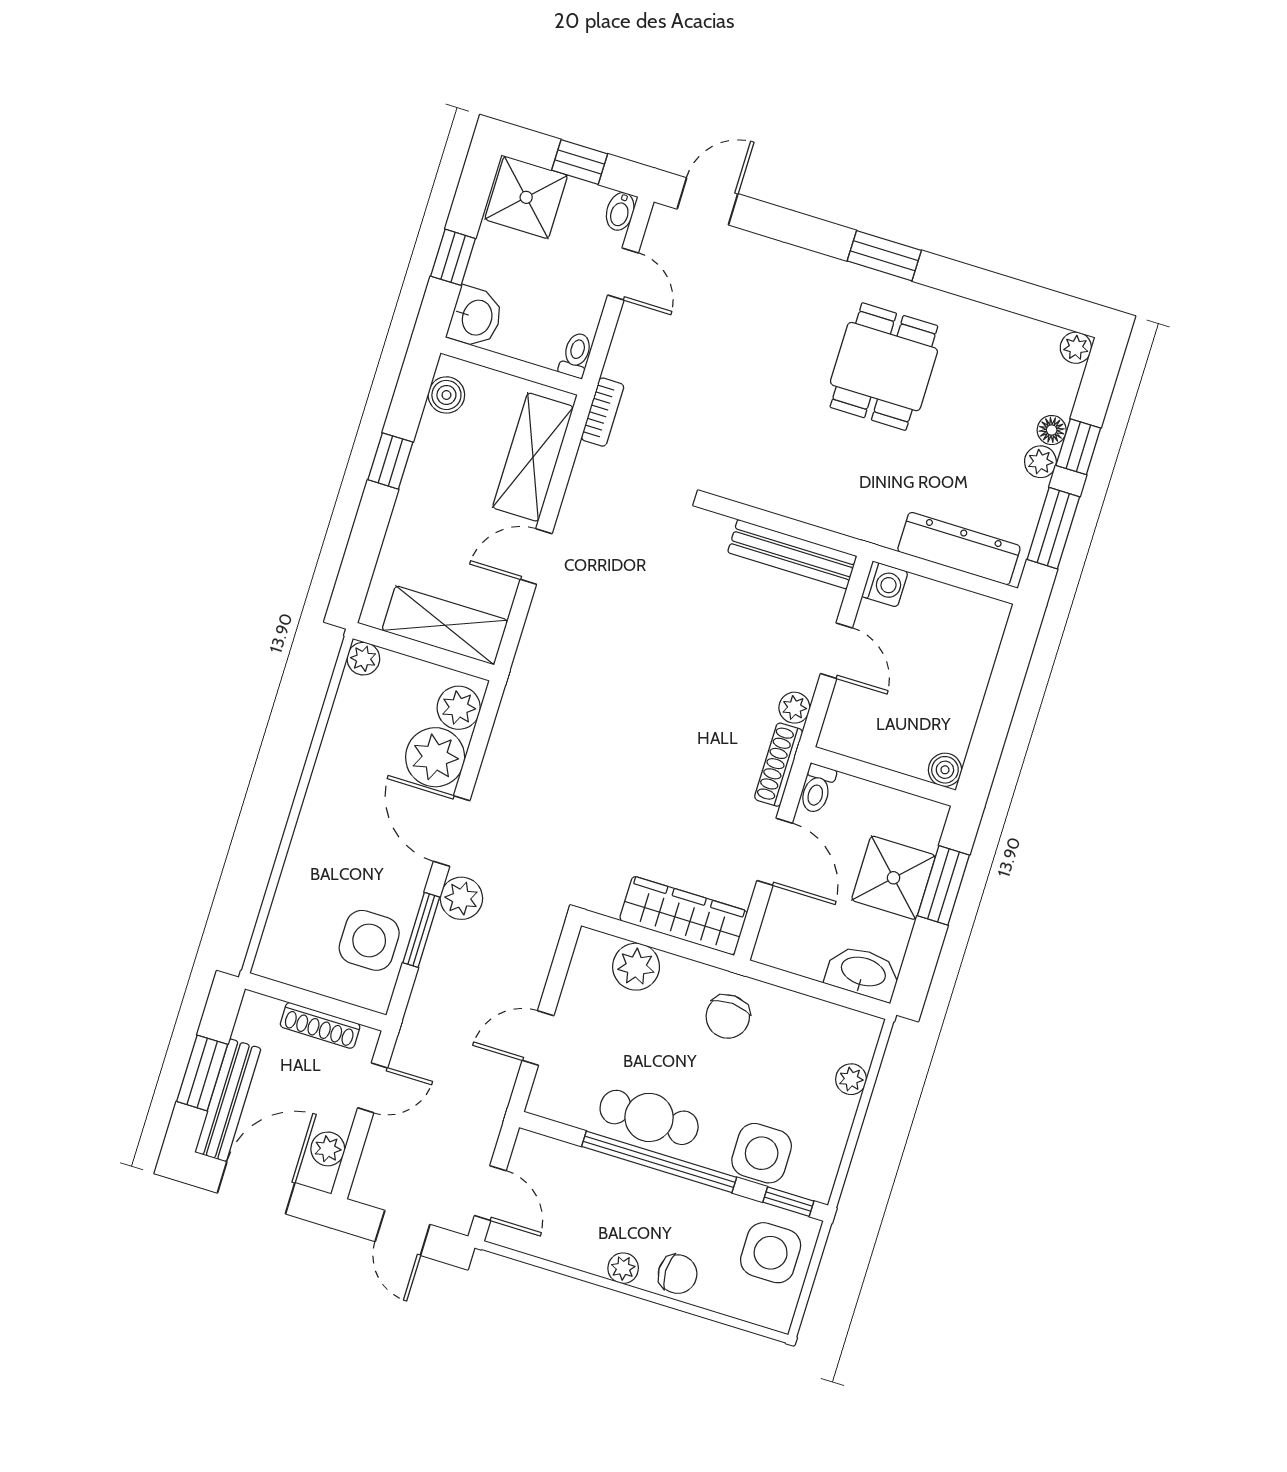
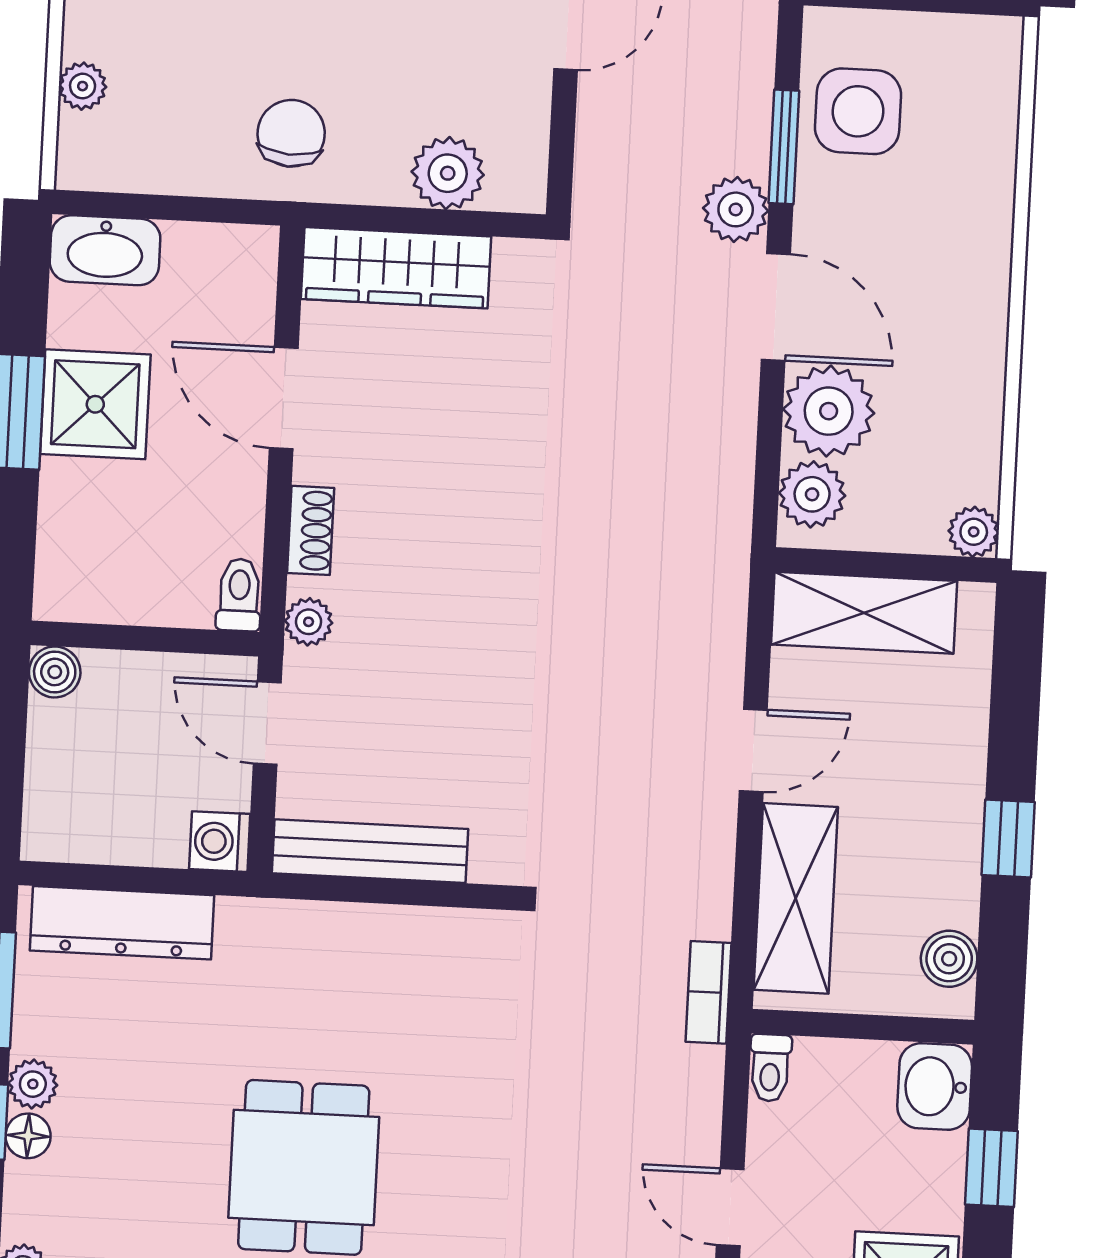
shoe rack: (779, 765) -> (311, 530), width x0.70
boiler: (945, 770) -> (55, 672), moved
wall: (883, 776) -> (145, 639), moved
toilet: (817, 789) -> (239, 595), moved

